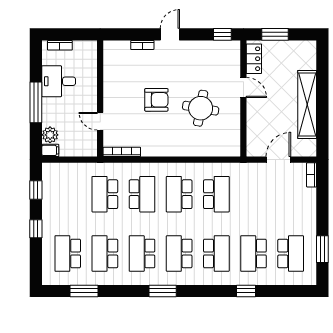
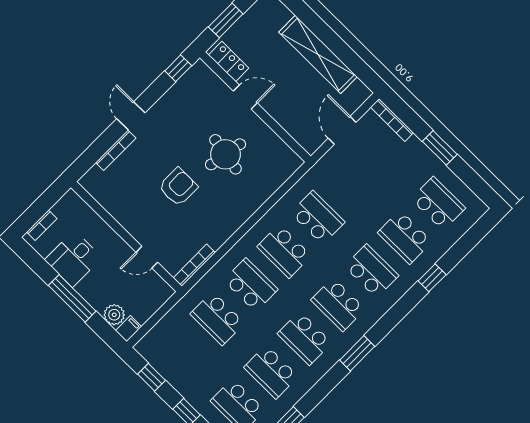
bookcase: (142, 45) -> (116, 150), width x1.56
bookcase: (312, 175) -> (392, 120), width x1.56
window: (322, 249) -> (440, 148), moved

